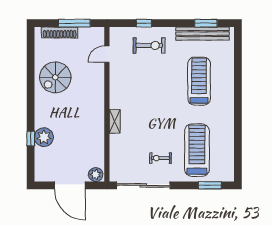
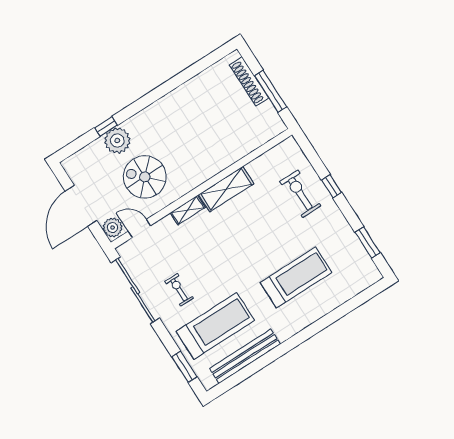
window: (144, 23) -> (331, 186), moved
bench: (202, 34) -> (245, 356), moved, turned 90
exercise bike: (149, 45) -> (300, 194), turned 180
door: (107, 54) -> (139, 228), moved
spiral stairs: (55, 77) -> (145, 177), moved
shelving: (117, 89) -> (226, 189), added

